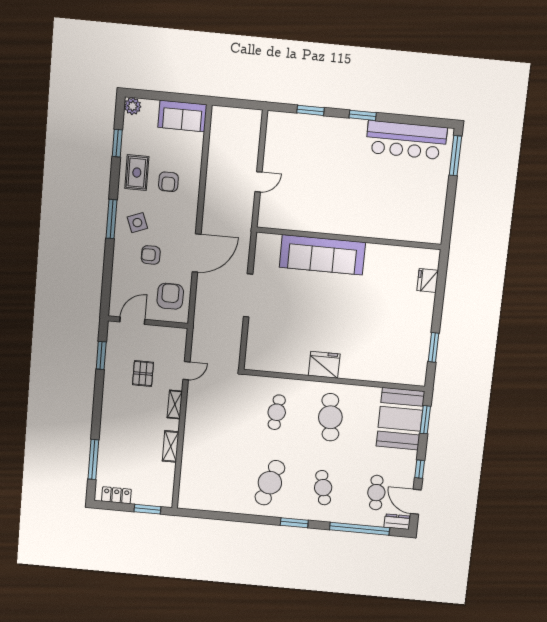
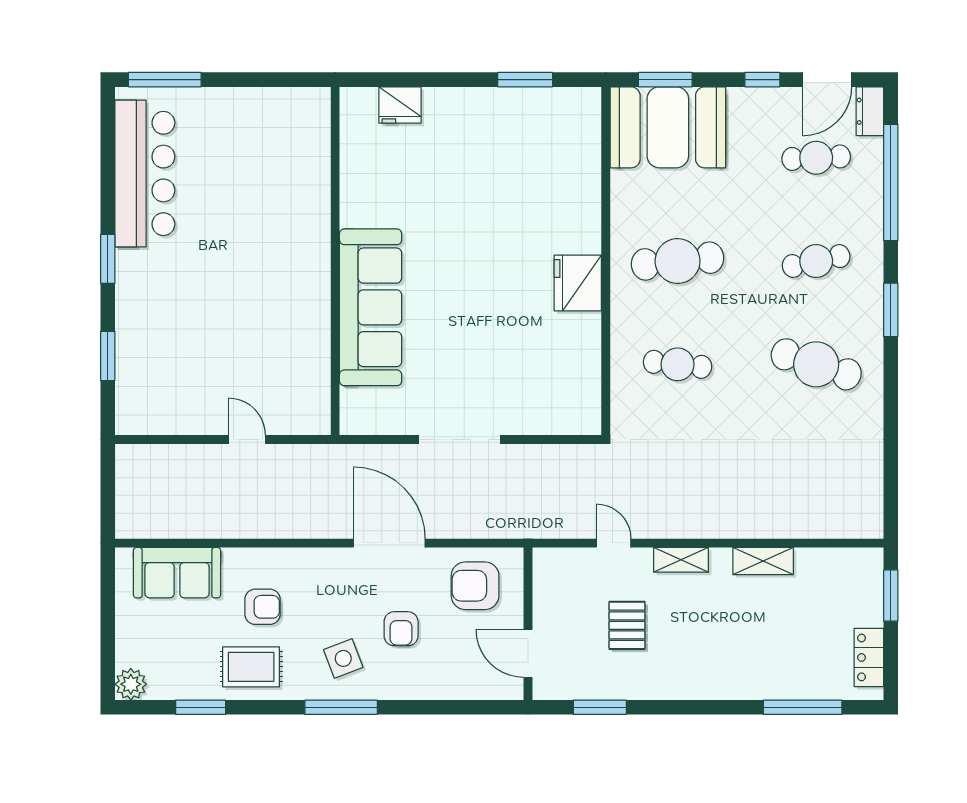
sofa: (182, 116) -> (177, 573), moved, turned 90
pallet: (143, 374) -> (627, 625), turned 90

